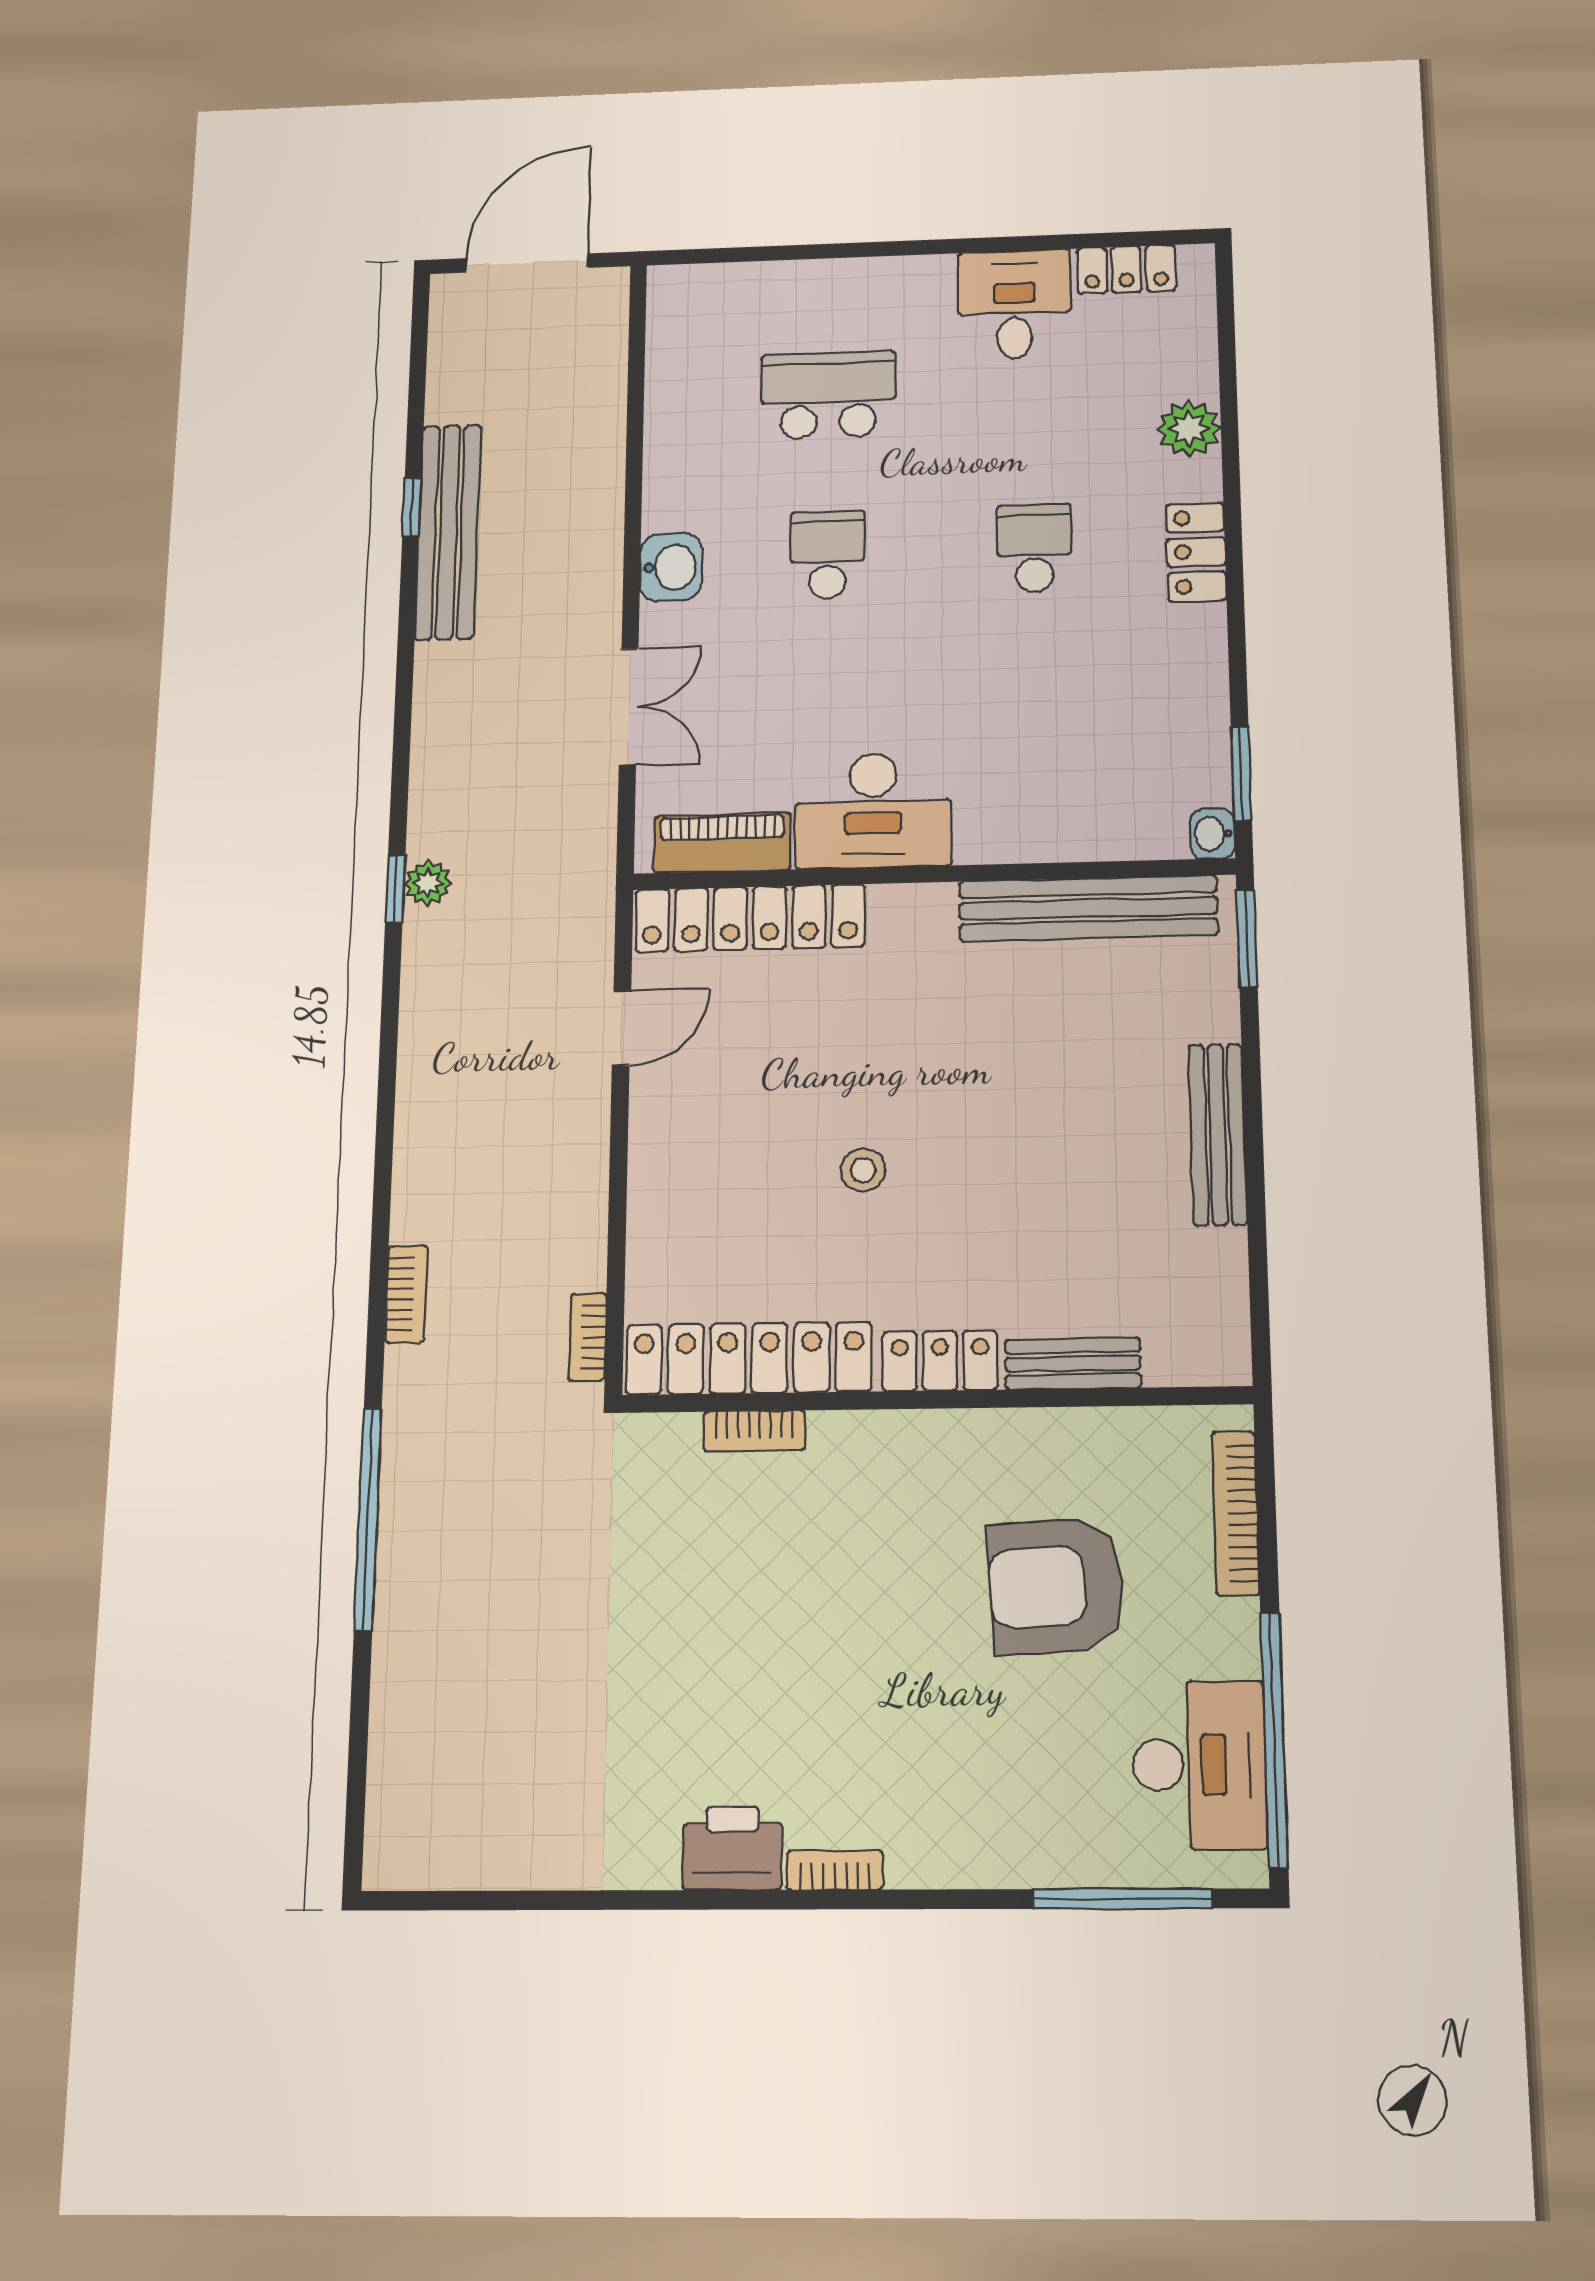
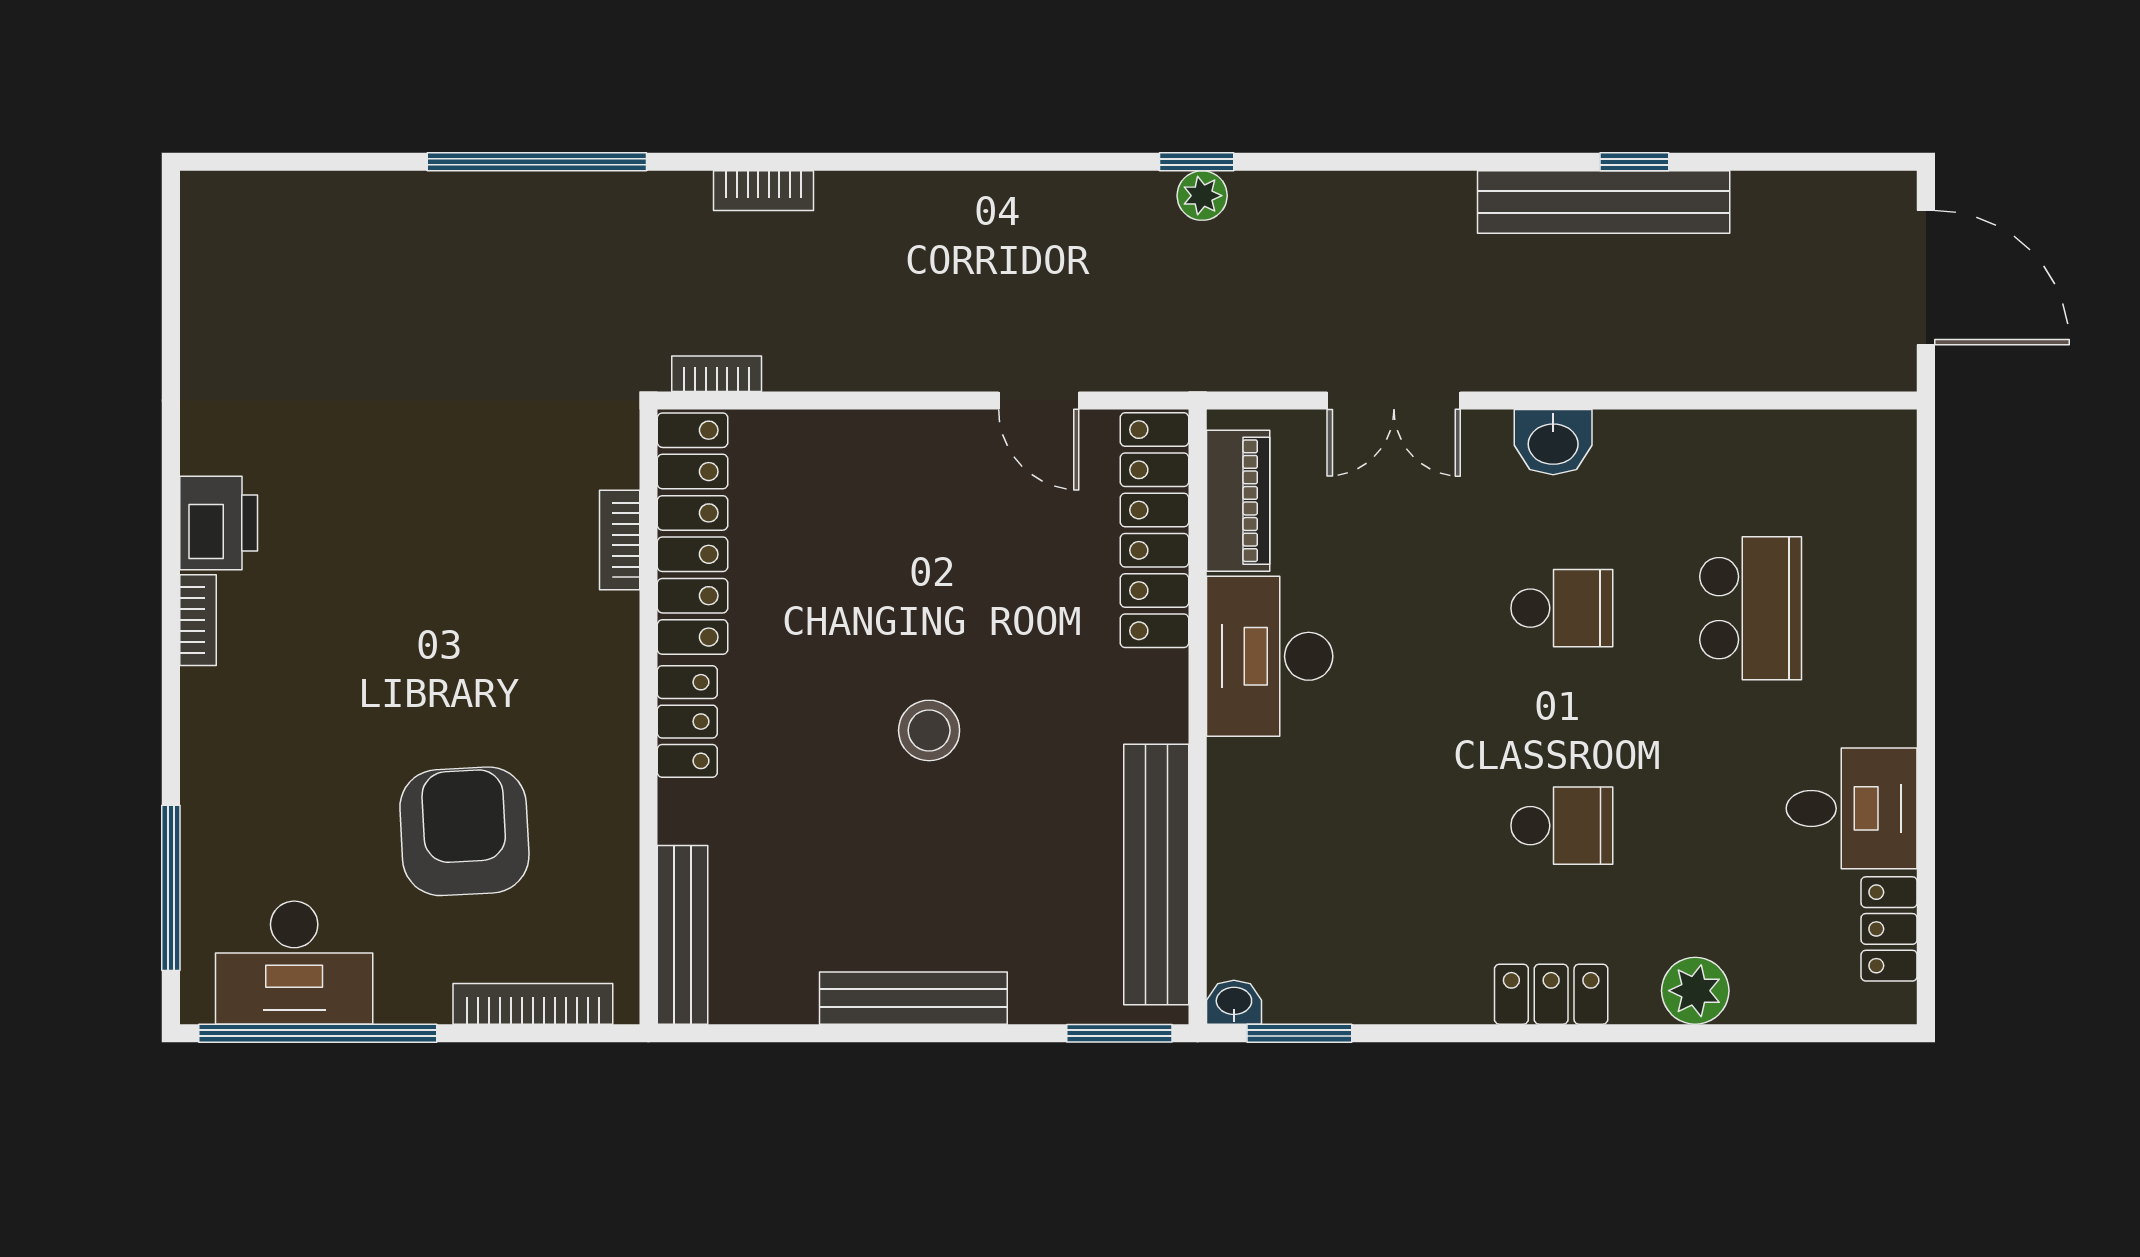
stool: (863, 1170) -> (929, 730), moved, width x1.37, depth x1.37
bench: (1073, 1364) -> (682, 935), moved, width x1.36

